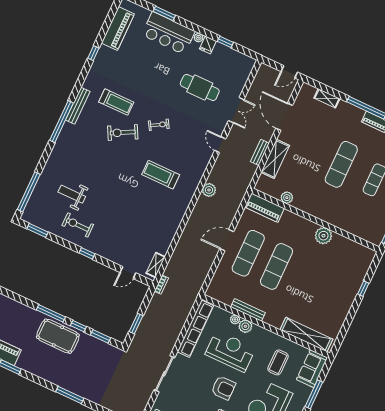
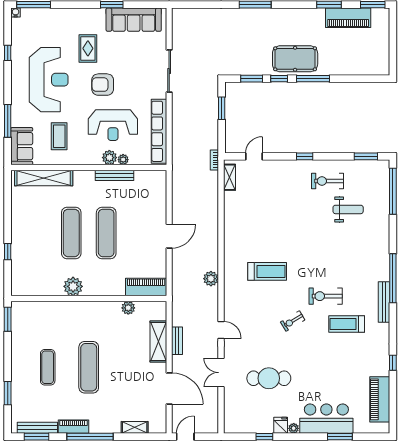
exercise bike: (123, 133) -> (326, 296), turned -152
exercise bike: (78, 225) -> (328, 181), turned 180
exercise mat: (248, 253) -> (71, 233), moved

